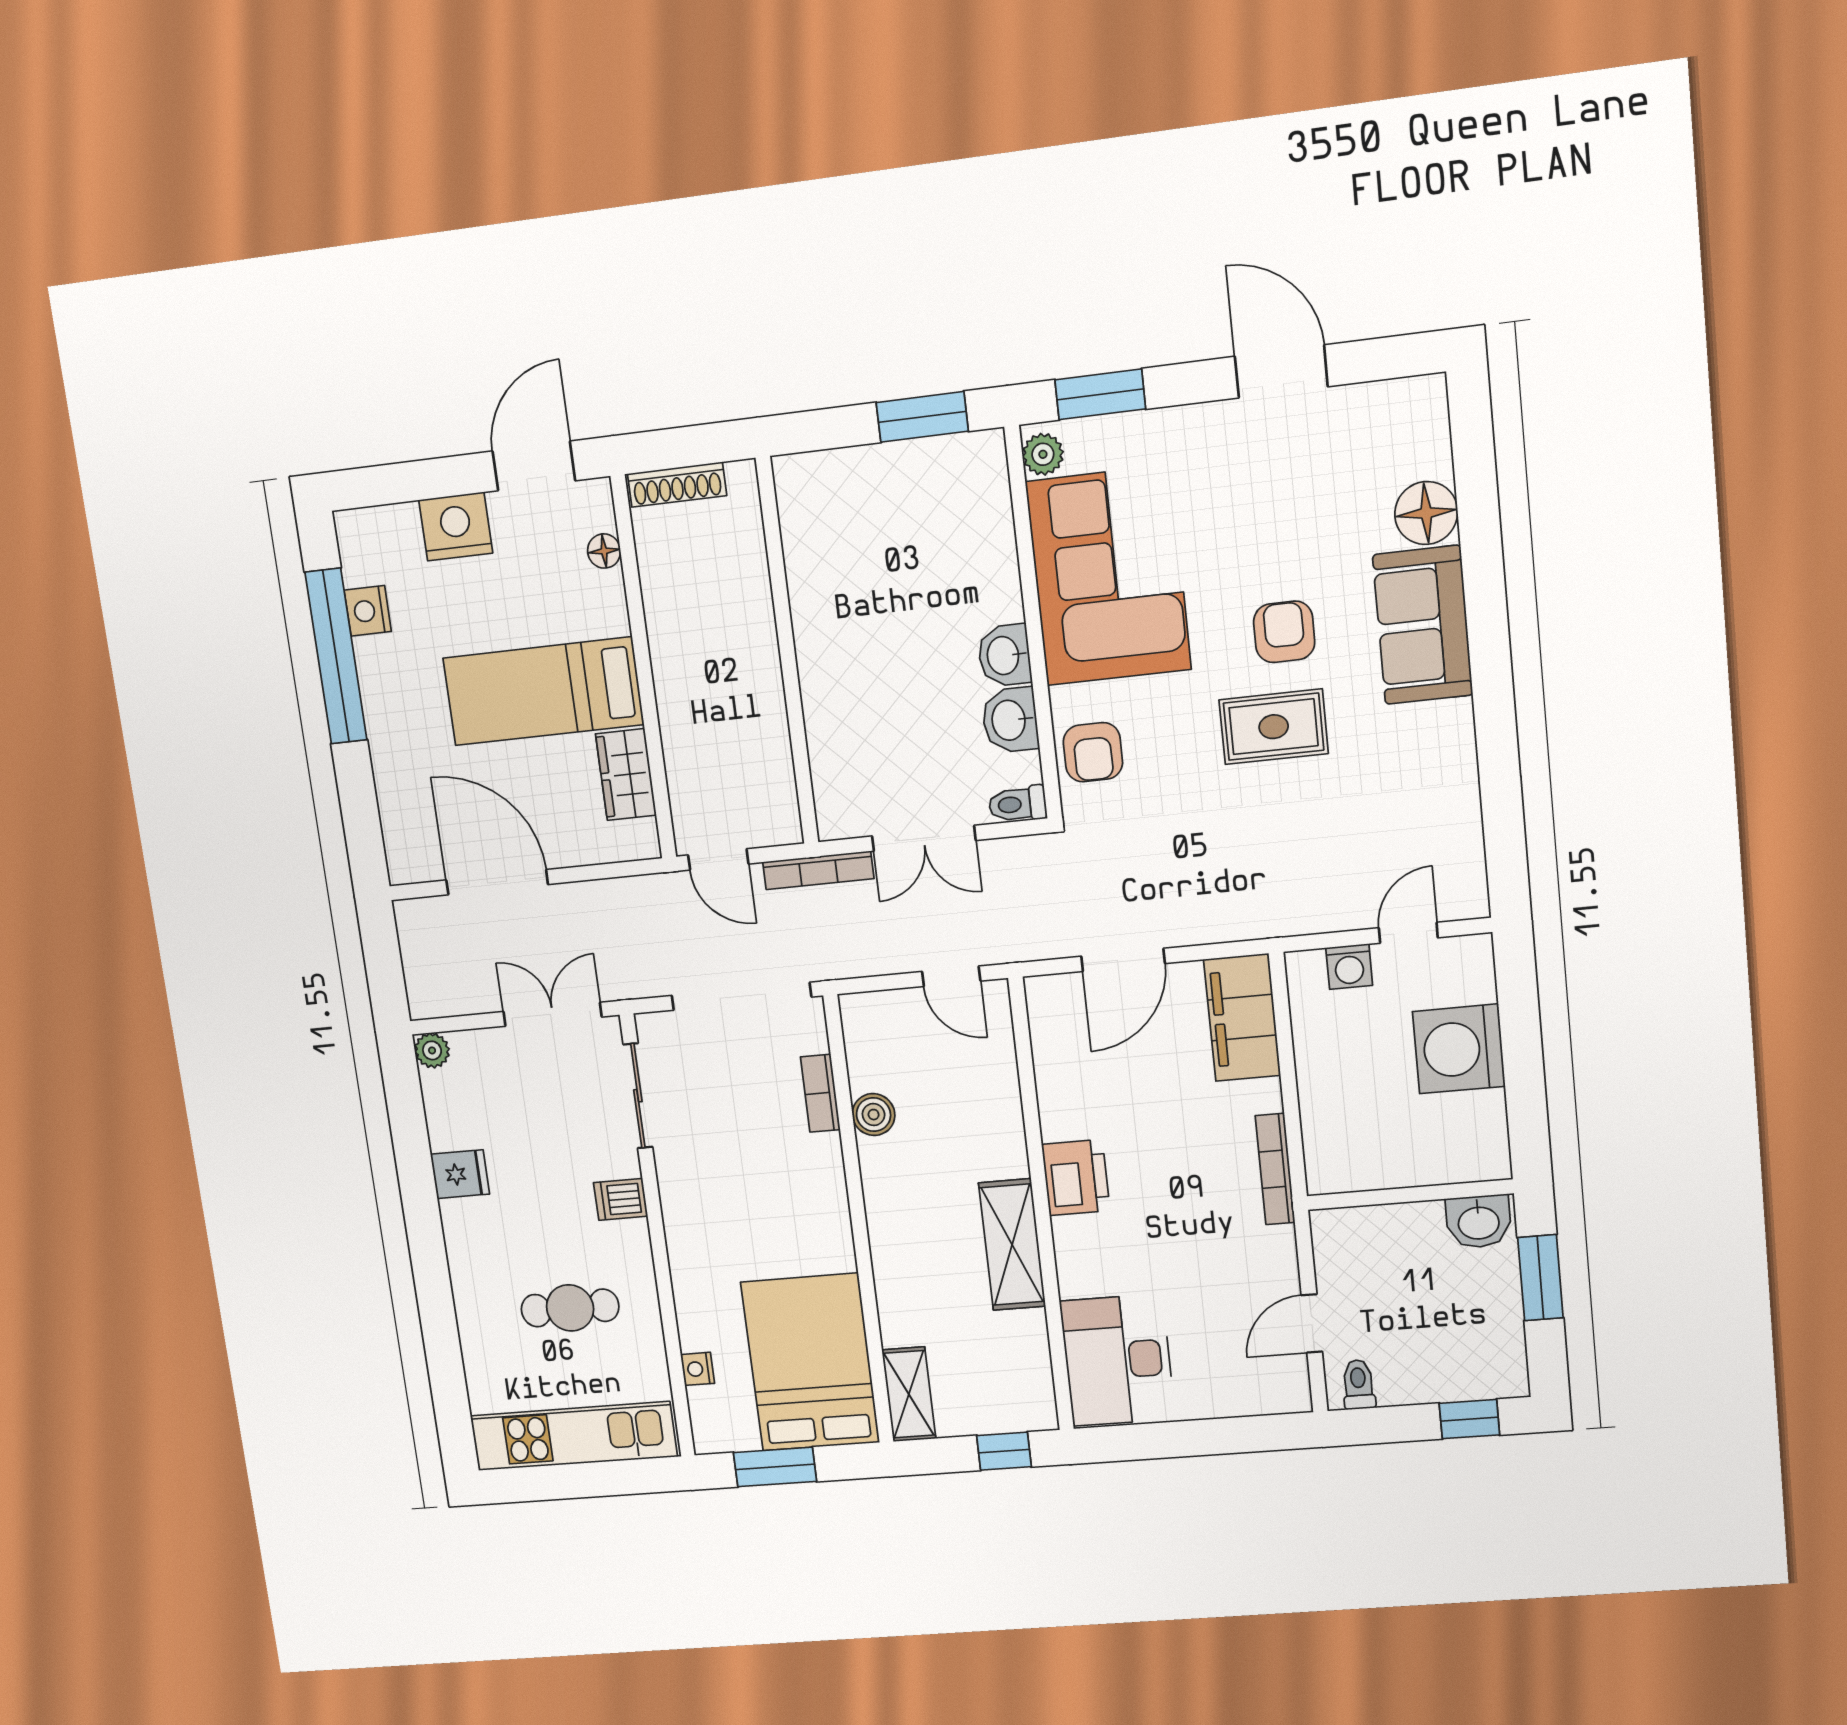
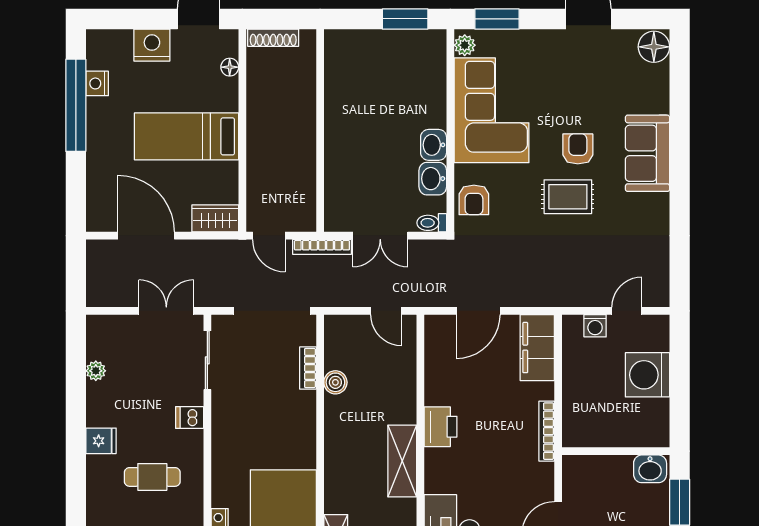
floor lamp: (1426, 513) -> (654, 47), moved
wardrobe: (626, 775) -> (215, 218), moved, turned 90
plant: (432, 1050) -> (96, 371), moved
fridge: (460, 1174) -> (101, 441), moved

